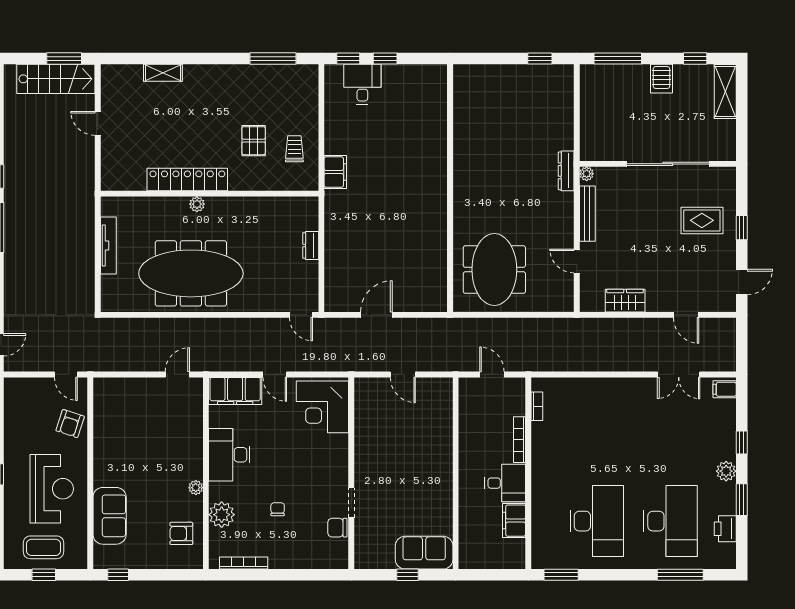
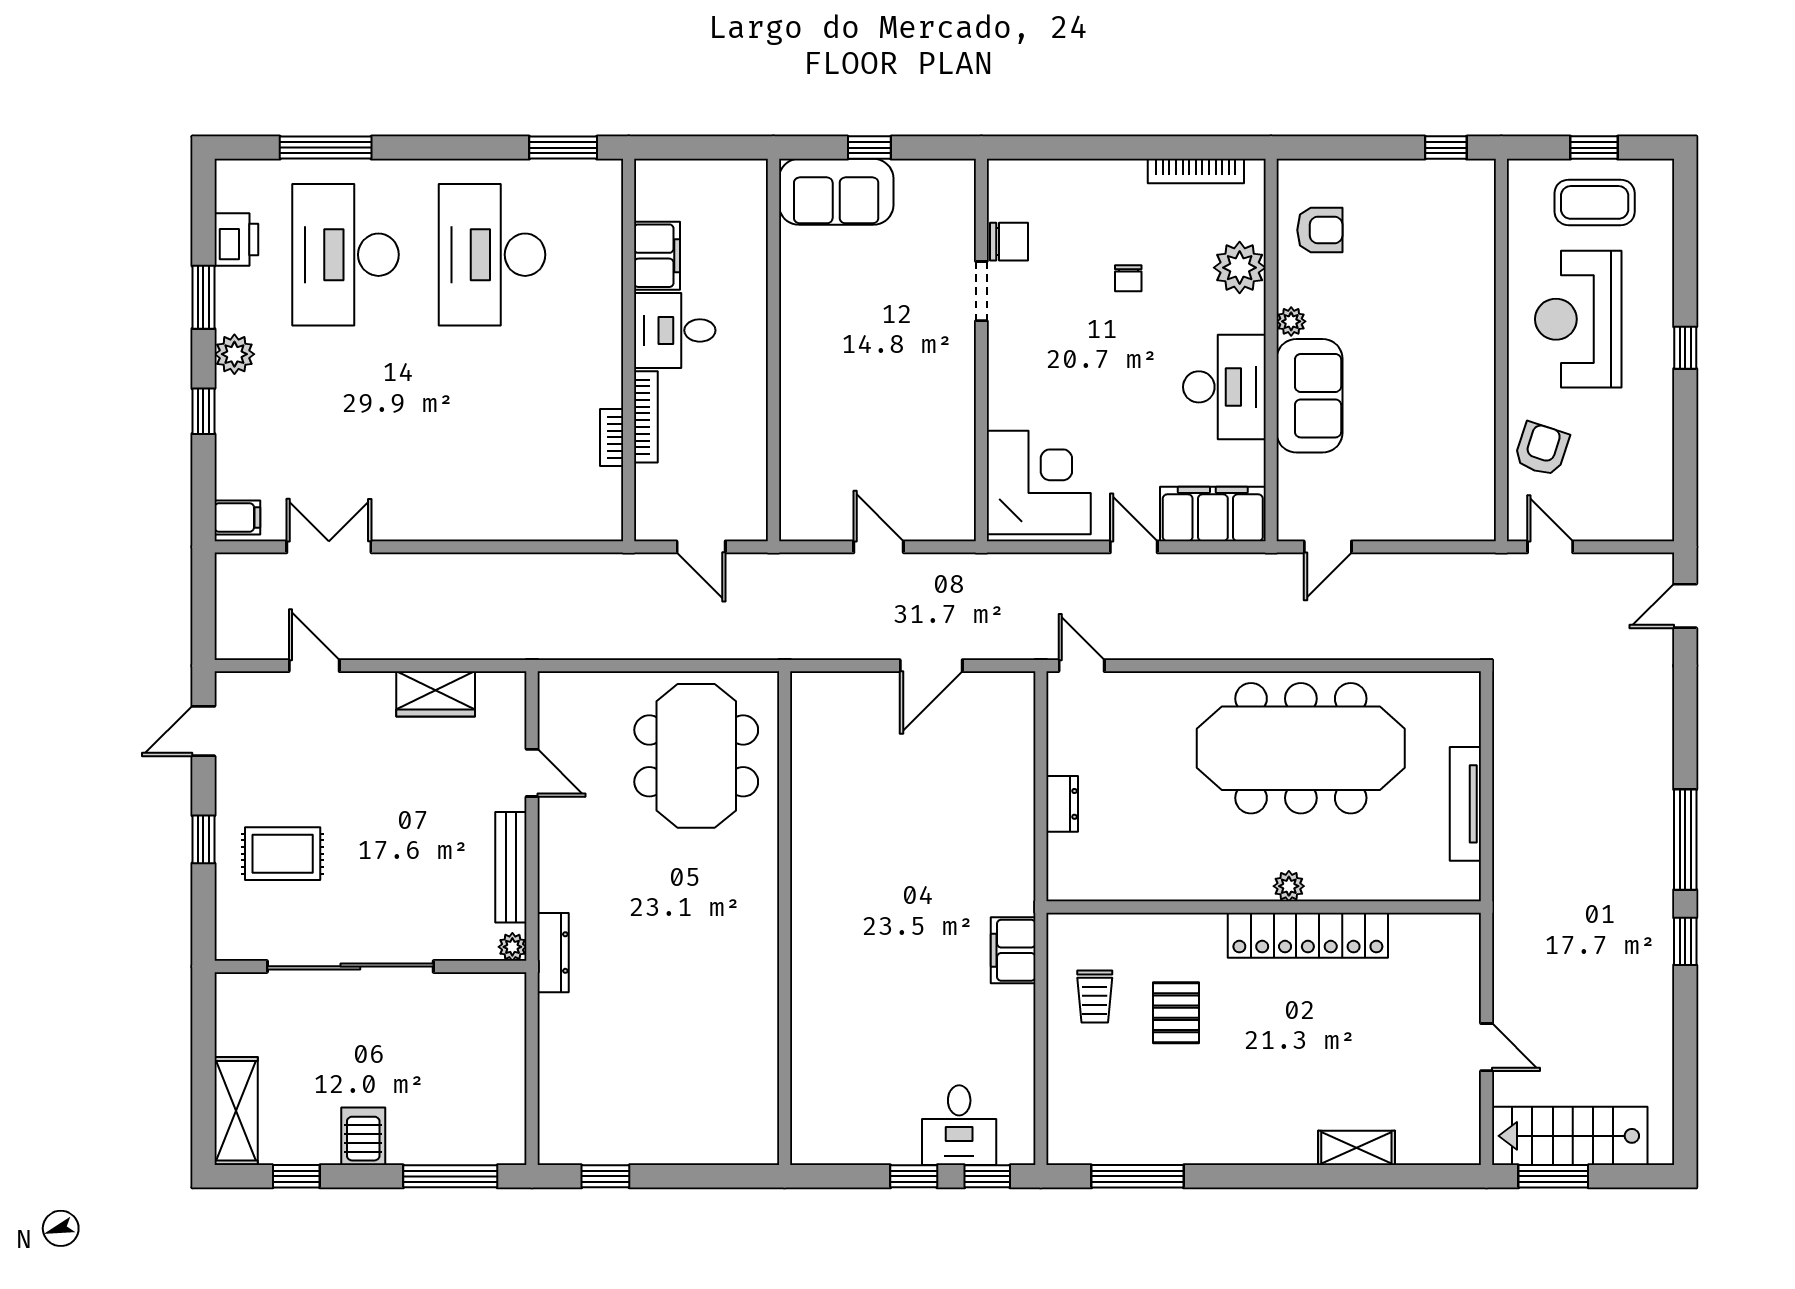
bookcase: (537, 406) -> (612, 437), moved
sofa: (110, 516) -> (1310, 396), moved, turned 180

